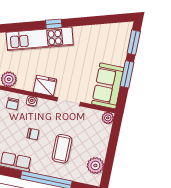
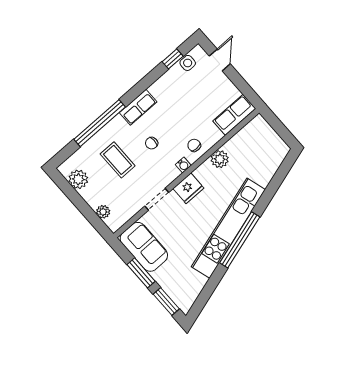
window: (54, 24) -> (240, 240), width x3.17
kitchen unit: (40, 39) -> (228, 228), width x1.36
plant: (108, 118) -> (103, 212), moved

